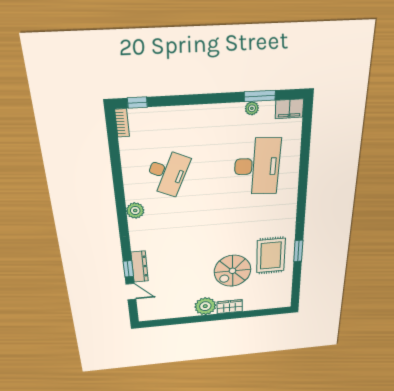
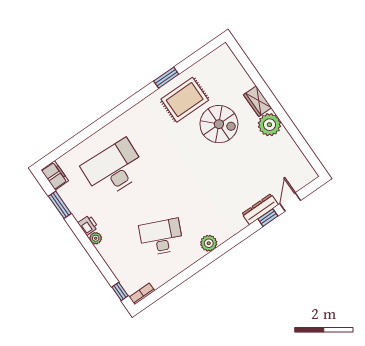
plant: (252, 108) -> (96, 238), moved
printer: (223, 111) -> (88, 225), added

